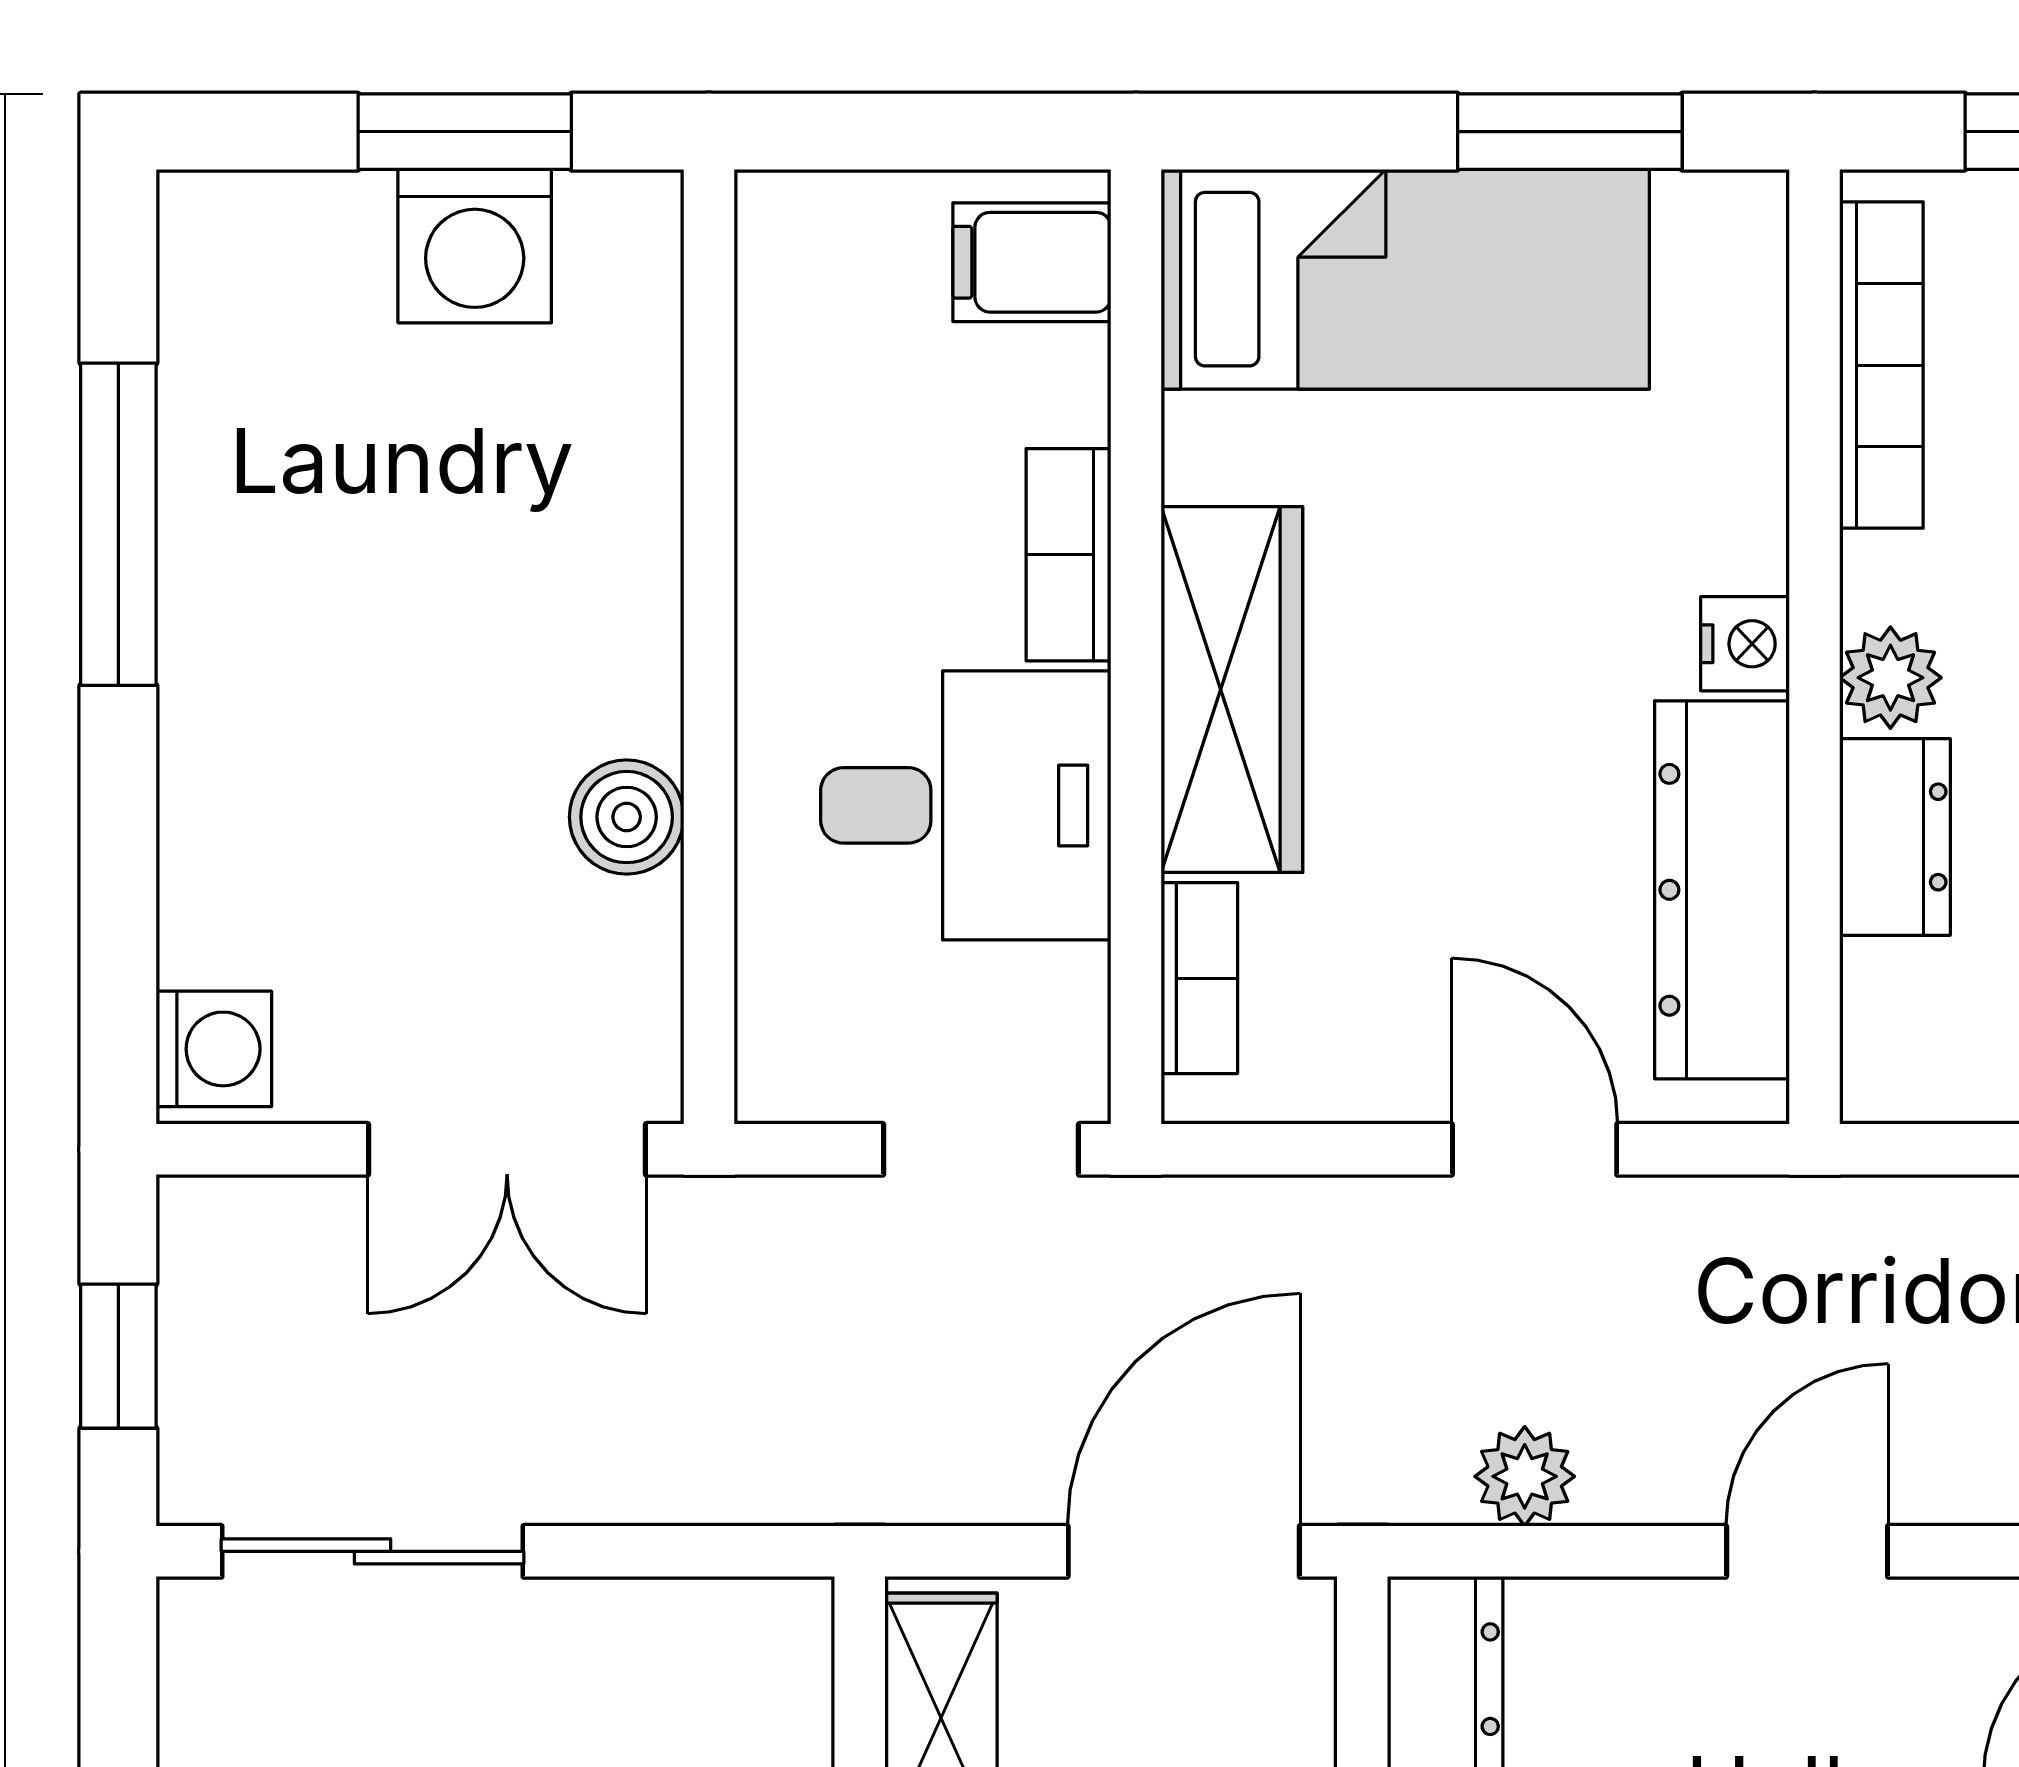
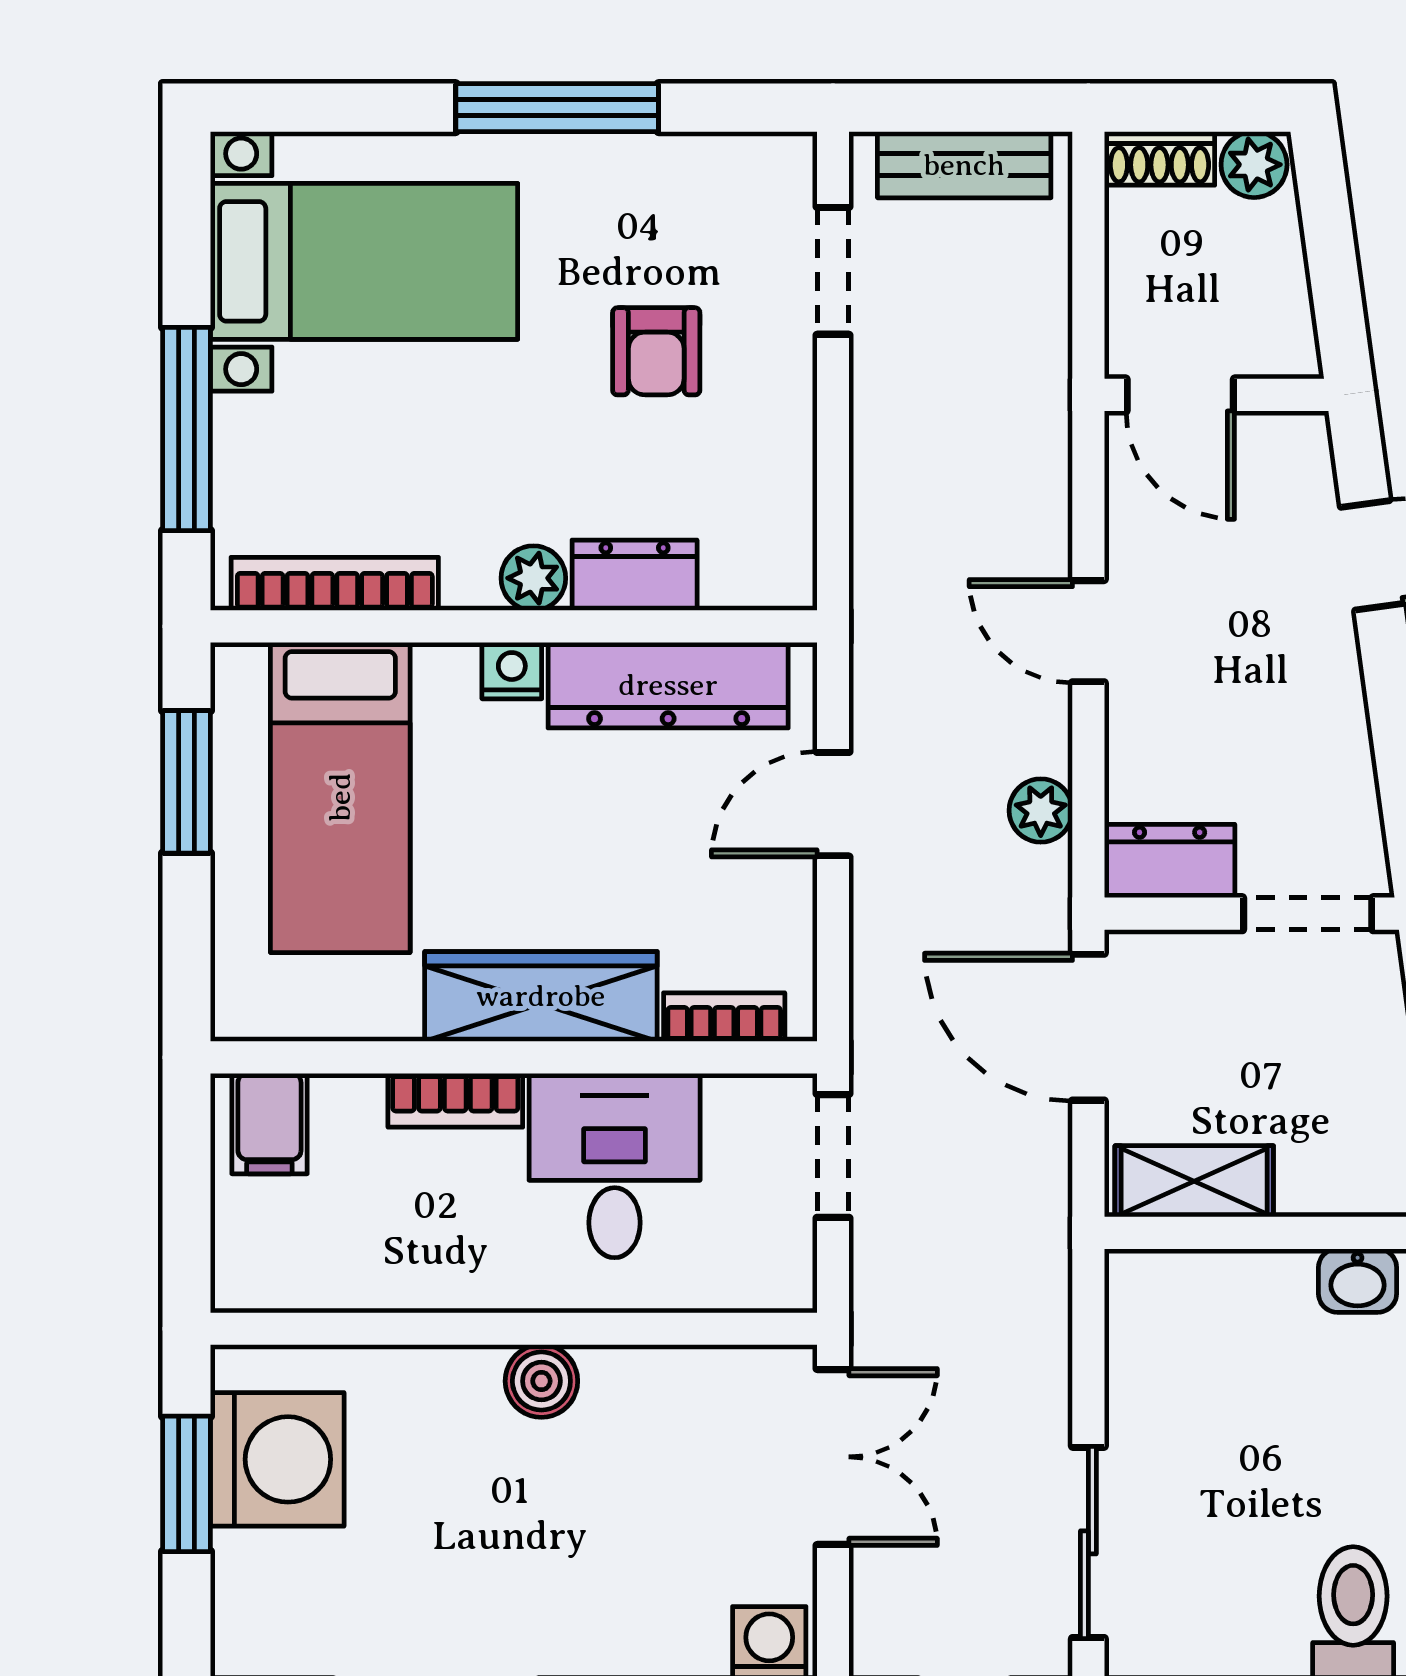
washing machine: (475, 246) -> (277, 1459), width x1.37, depth x1.37
bed: (1405, 279) -> (340, 797), moved, turned 180
boiler: (627, 817) -> (541, 1381), moved

